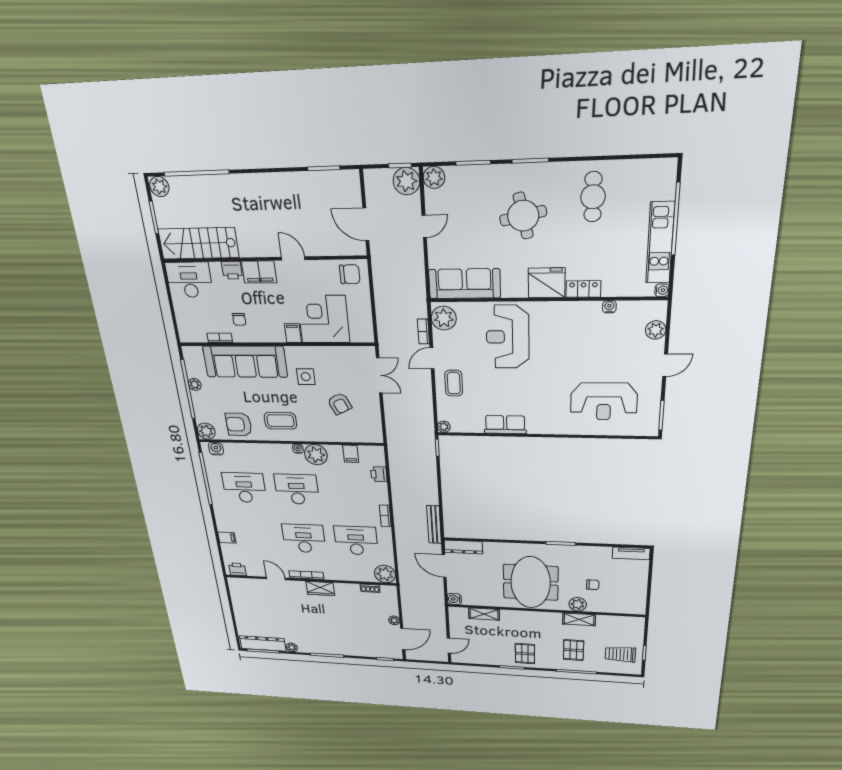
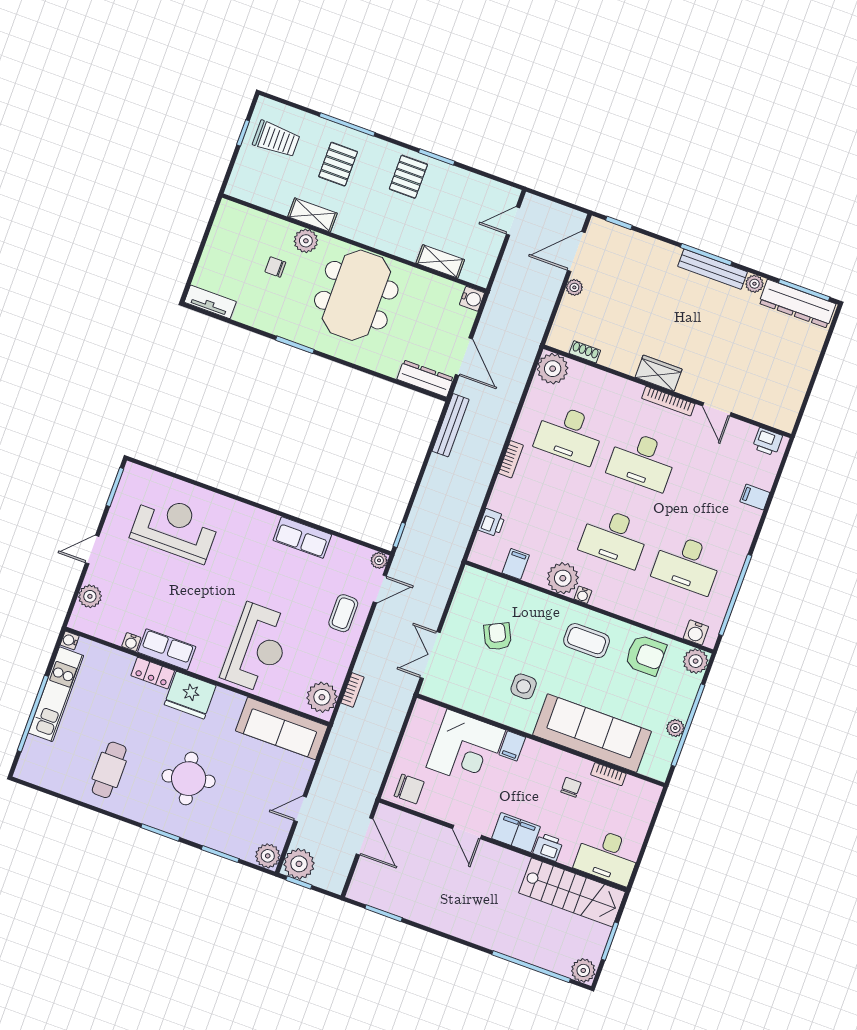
chair: (350, 274) -> (409, 789), turned 180
row of seats: (578, 311) -> (167, 649), added
door: (432, 358) -> (380, 589), moved
bench: (319, 649) -> (713, 269), added

